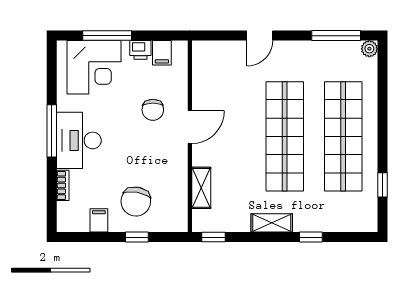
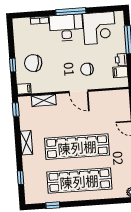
corner desk: (94, 67) -> (99, 28), moved, turned -90
filing cabinet: (99, 220) -> (24, 89), moved
window: (311, 237) -> (21, 178), moved

